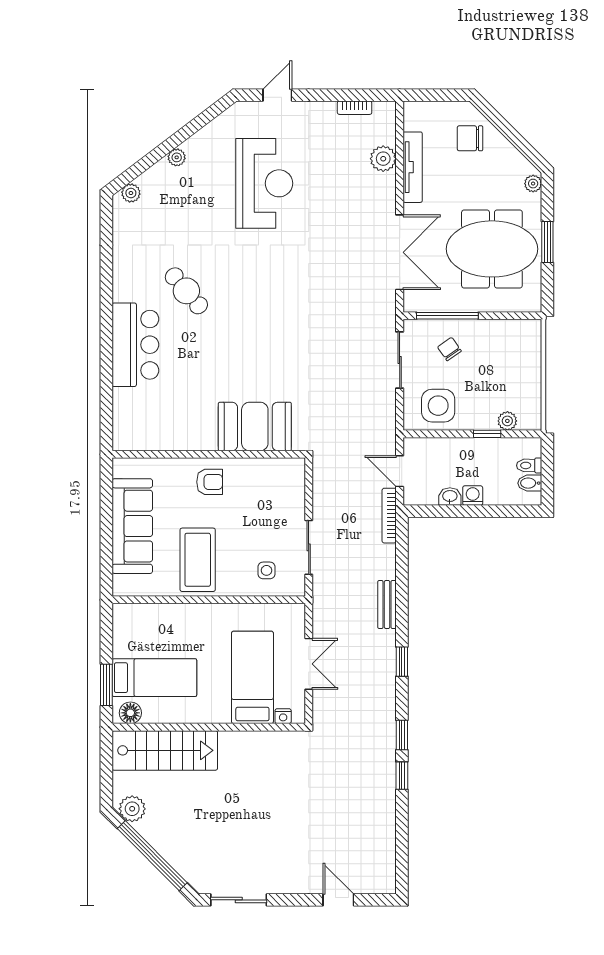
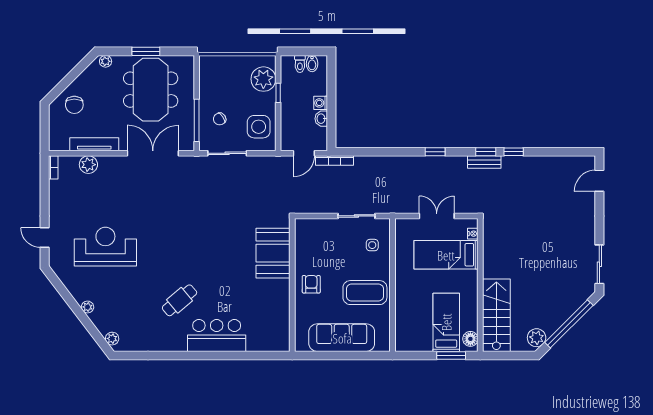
bookcase: (355, 108) -> (53, 167), moved
plant: (507, 421) -> (263, 79), width x1.87, depth x1.87
bench: (387, 605) -> (484, 162), moved
door: (338, 900) -> (599, 181), moved

